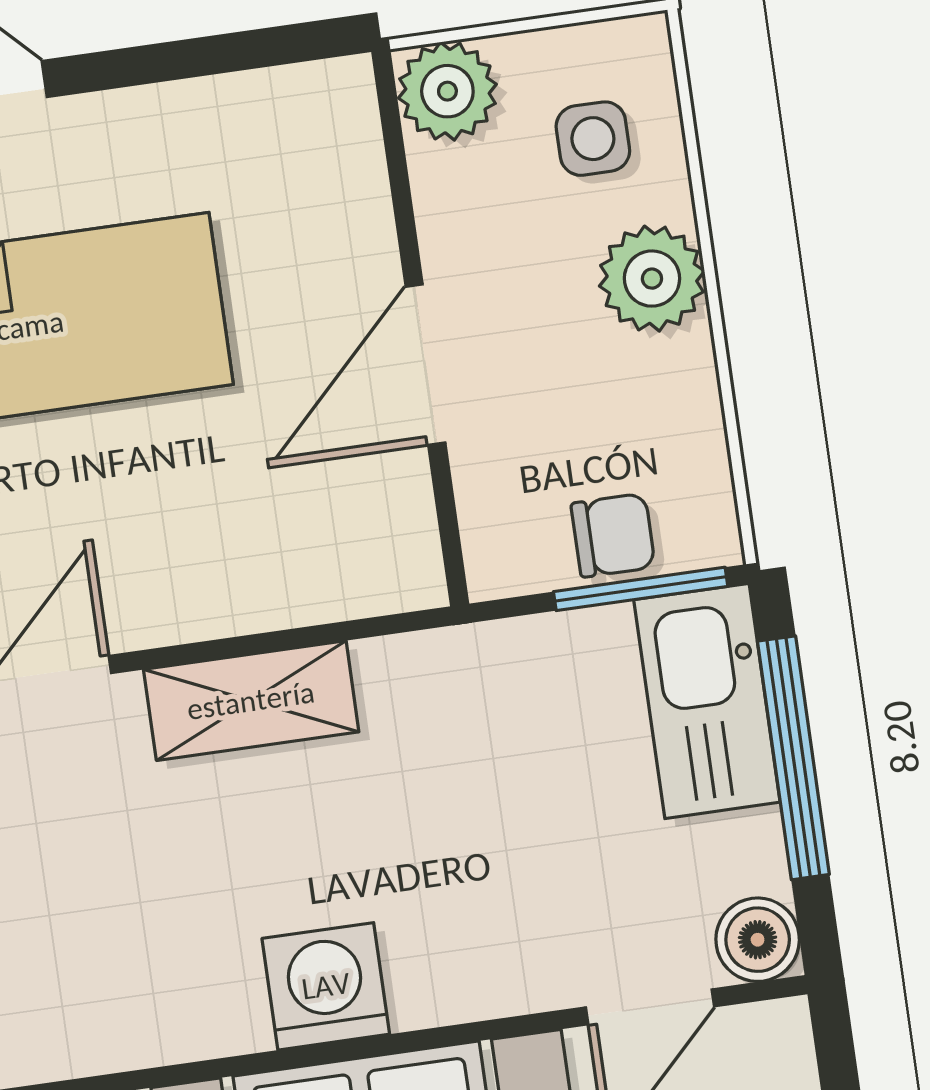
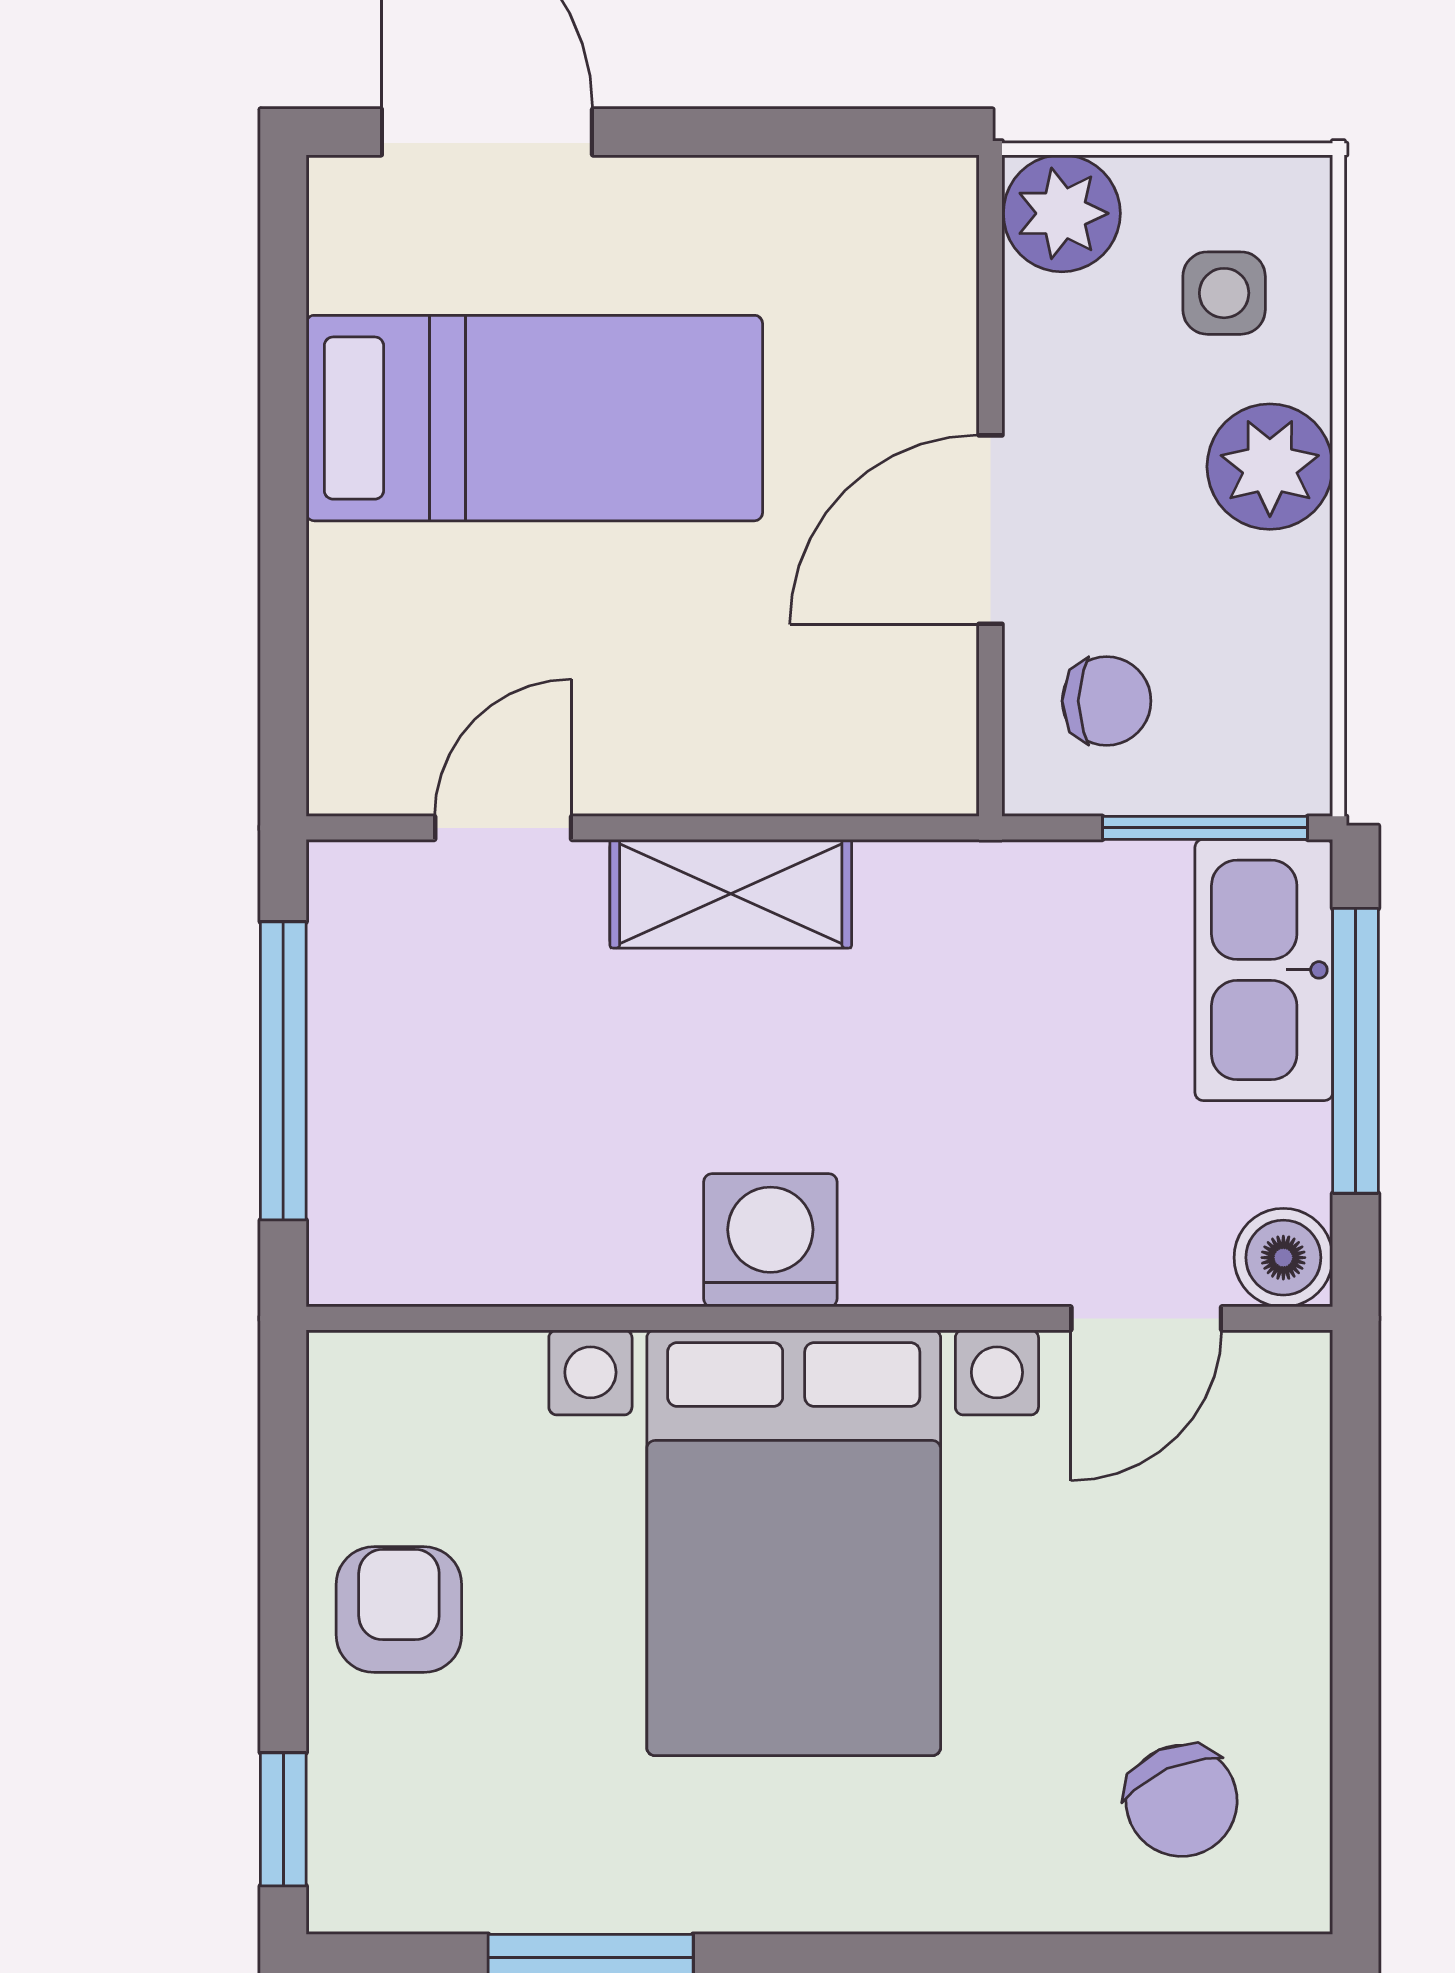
chair: (613, 535) -> (1107, 701), moved

